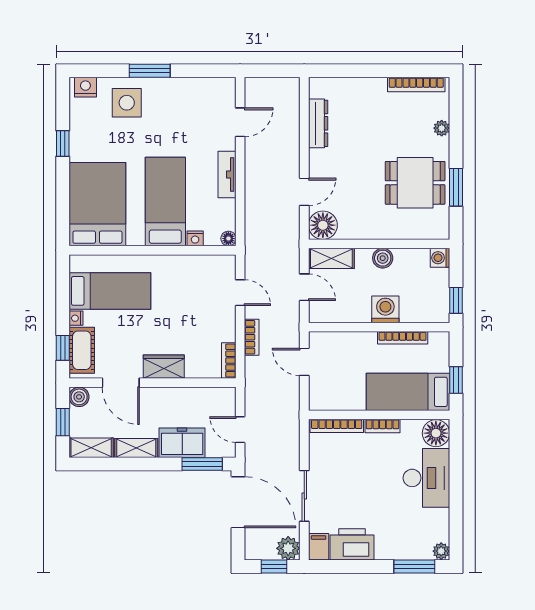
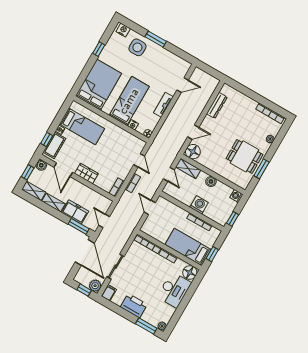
printer: (352, 544) -> (134, 306), moved

